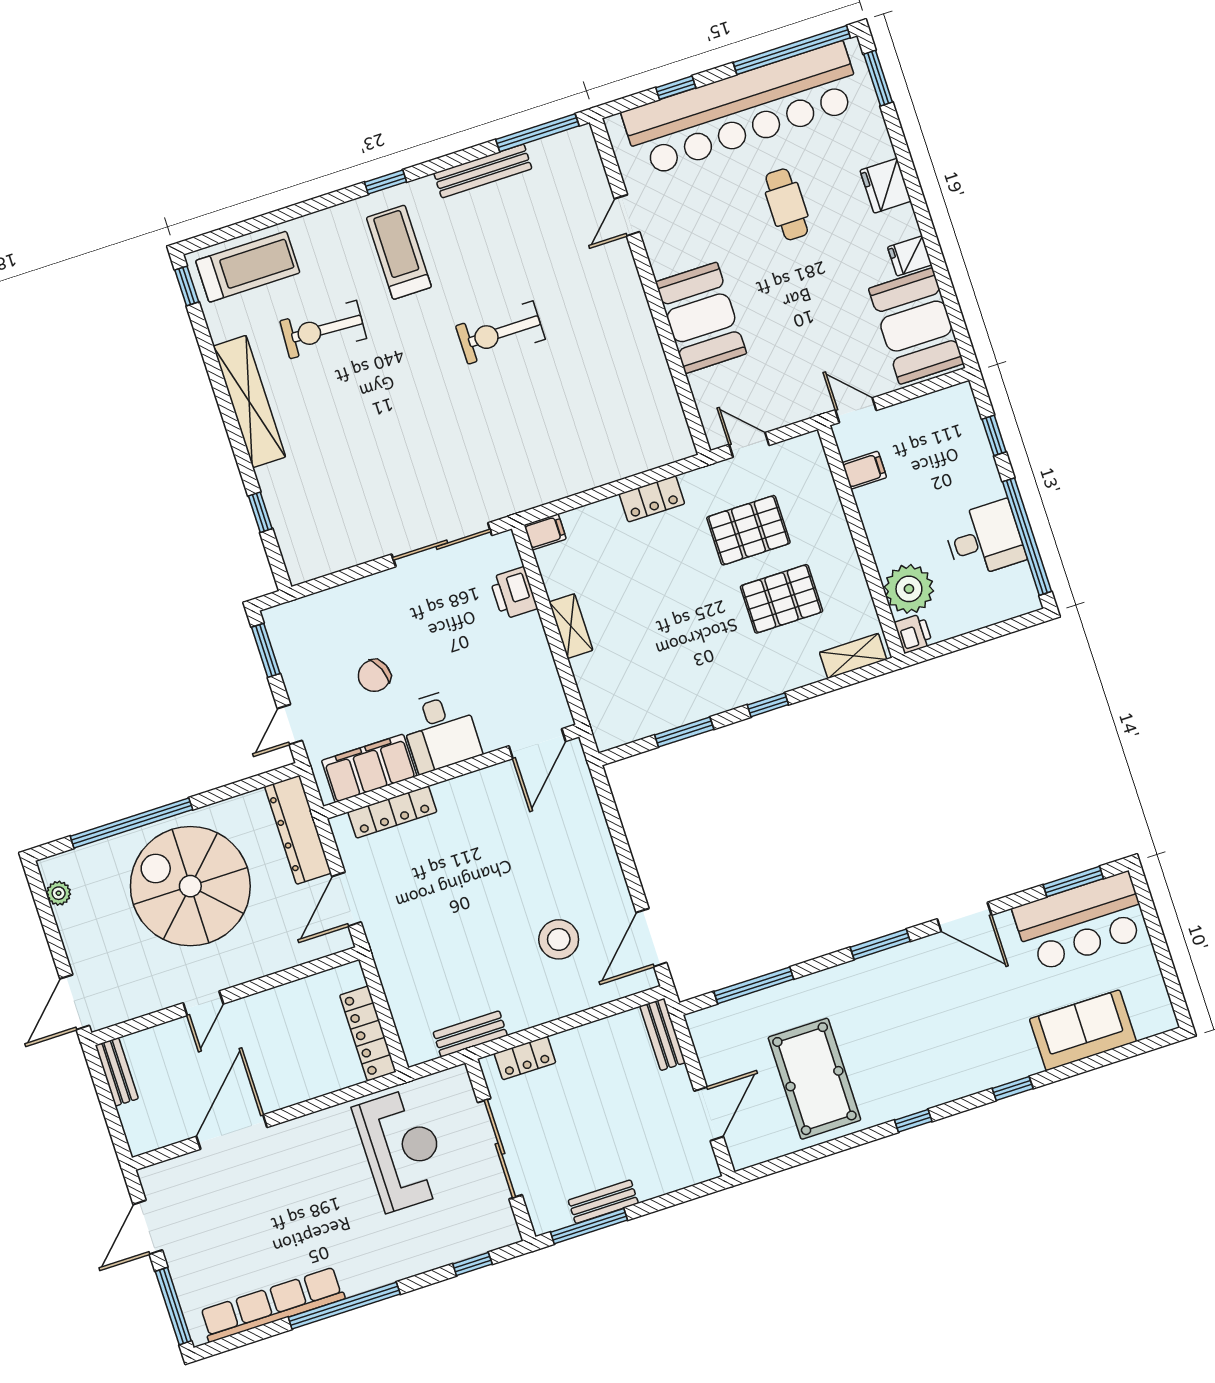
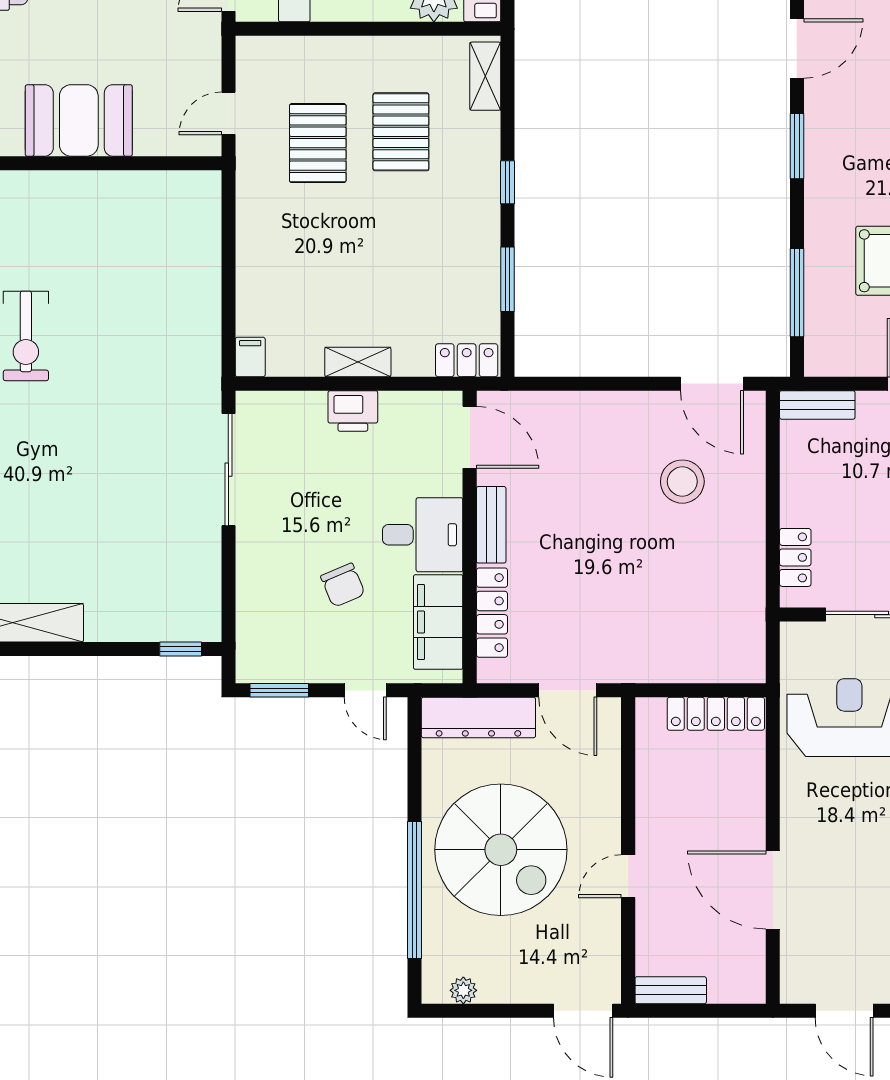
locker: (652, 499) -> (467, 360), moved, turned -90
window: (260, 512) -> (181, 649), moved
printer: (513, 593) -> (353, 411), moved
spiral stairs: (190, 886) -> (501, 850), turned -90
door: (203, 1003) -> (628, 876), swing flipped
bench: (470, 1034) -> (491, 525), moved

